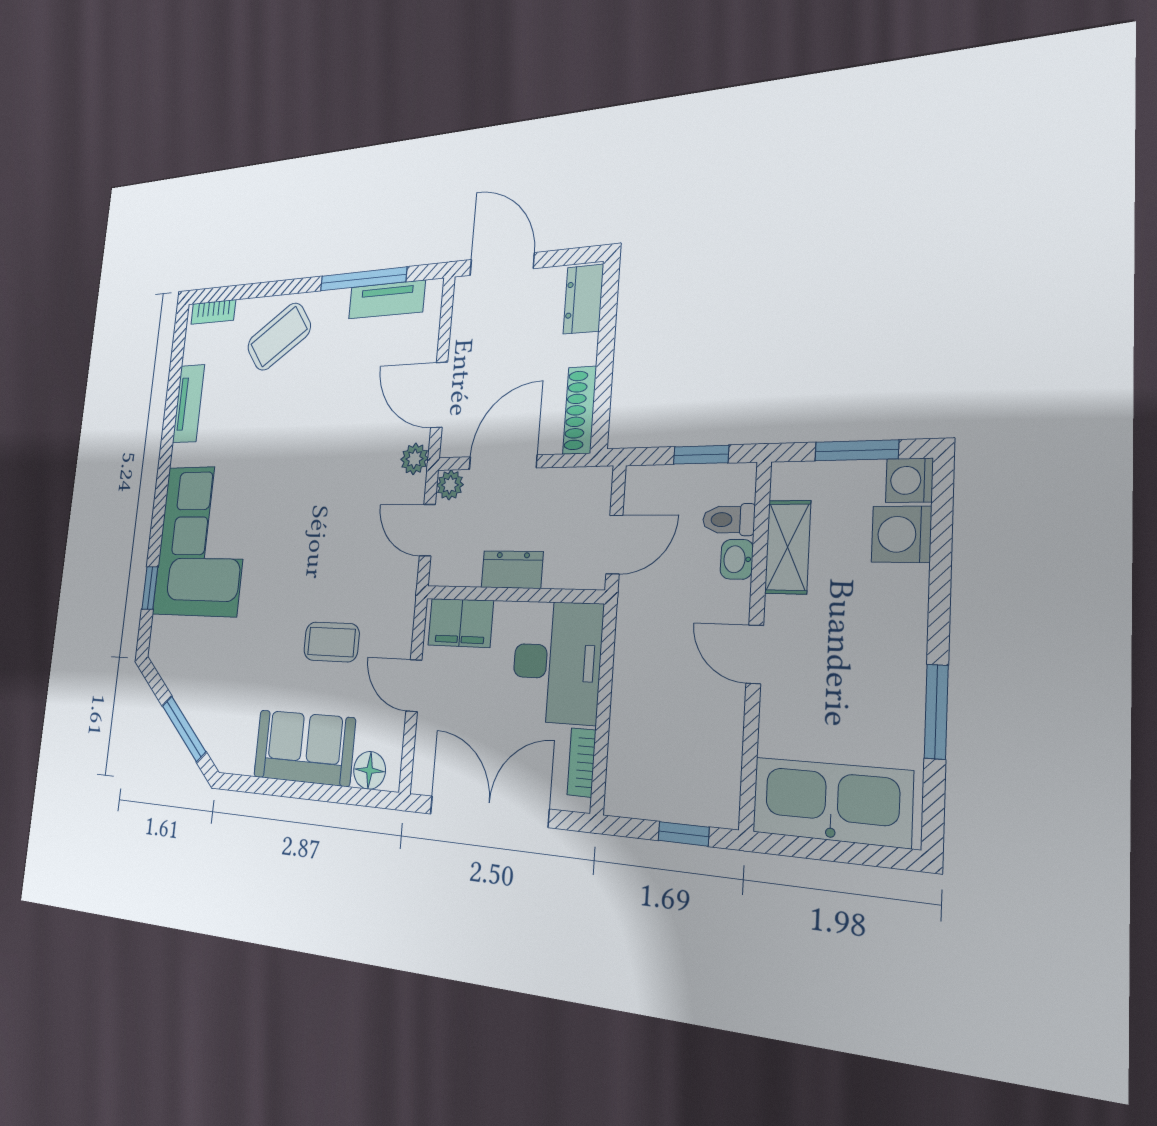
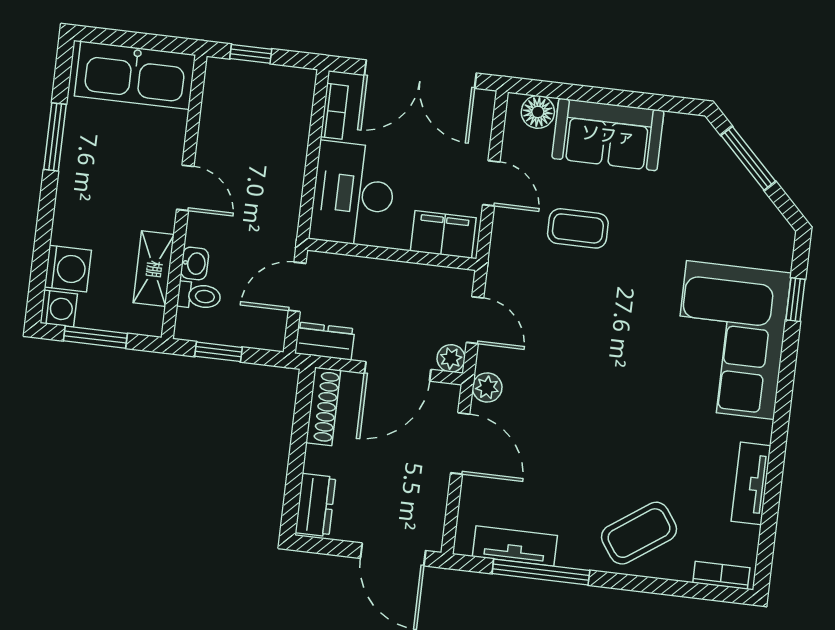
dresser: (512, 570) -> (325, 341), moved, turned 180

